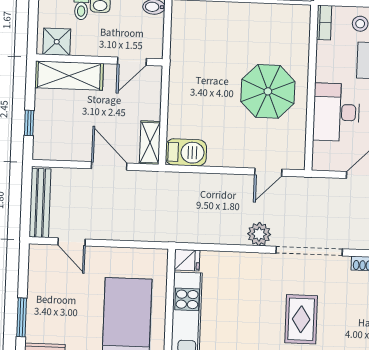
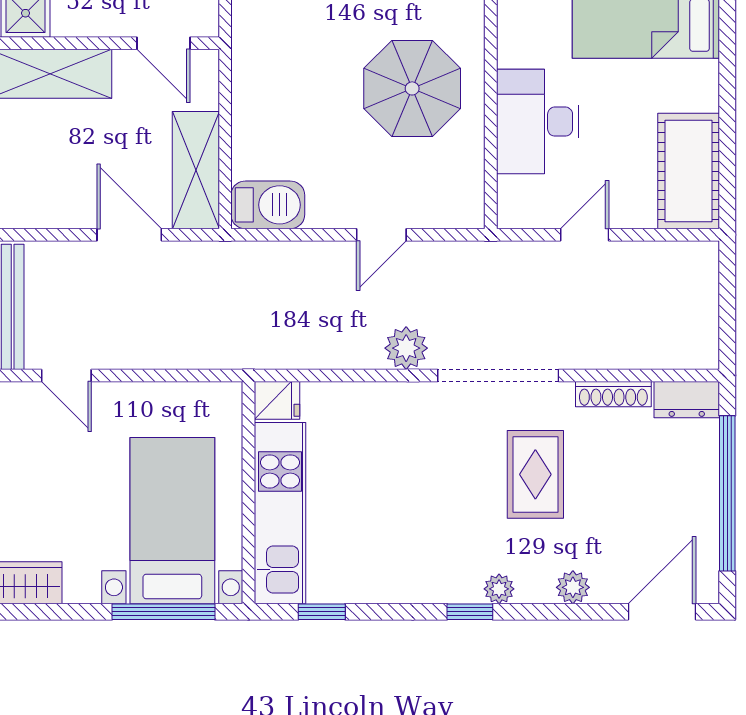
door: (132, 61) -> (163, 43), hinge flipped
shelving: (150, 143) -> (196, 170), width x1.50, depth x1.33
door: (268, 172) -> (381, 235), moved
rug: (301, 319) -> (535, 474), moved

